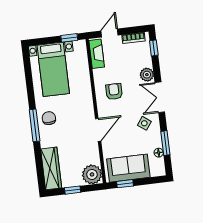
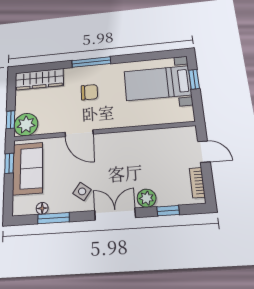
window: (69, 38) -> (194, 79), moved
window: (154, 48) -> (168, 211), moved
fireplace: (97, 54) -> (176, 134), removed
armchair: (114, 92) -> (126, 154), removed
chair: (49, 118) -> (89, 92), moved
window: (73, 190) -> (11, 120), moved

